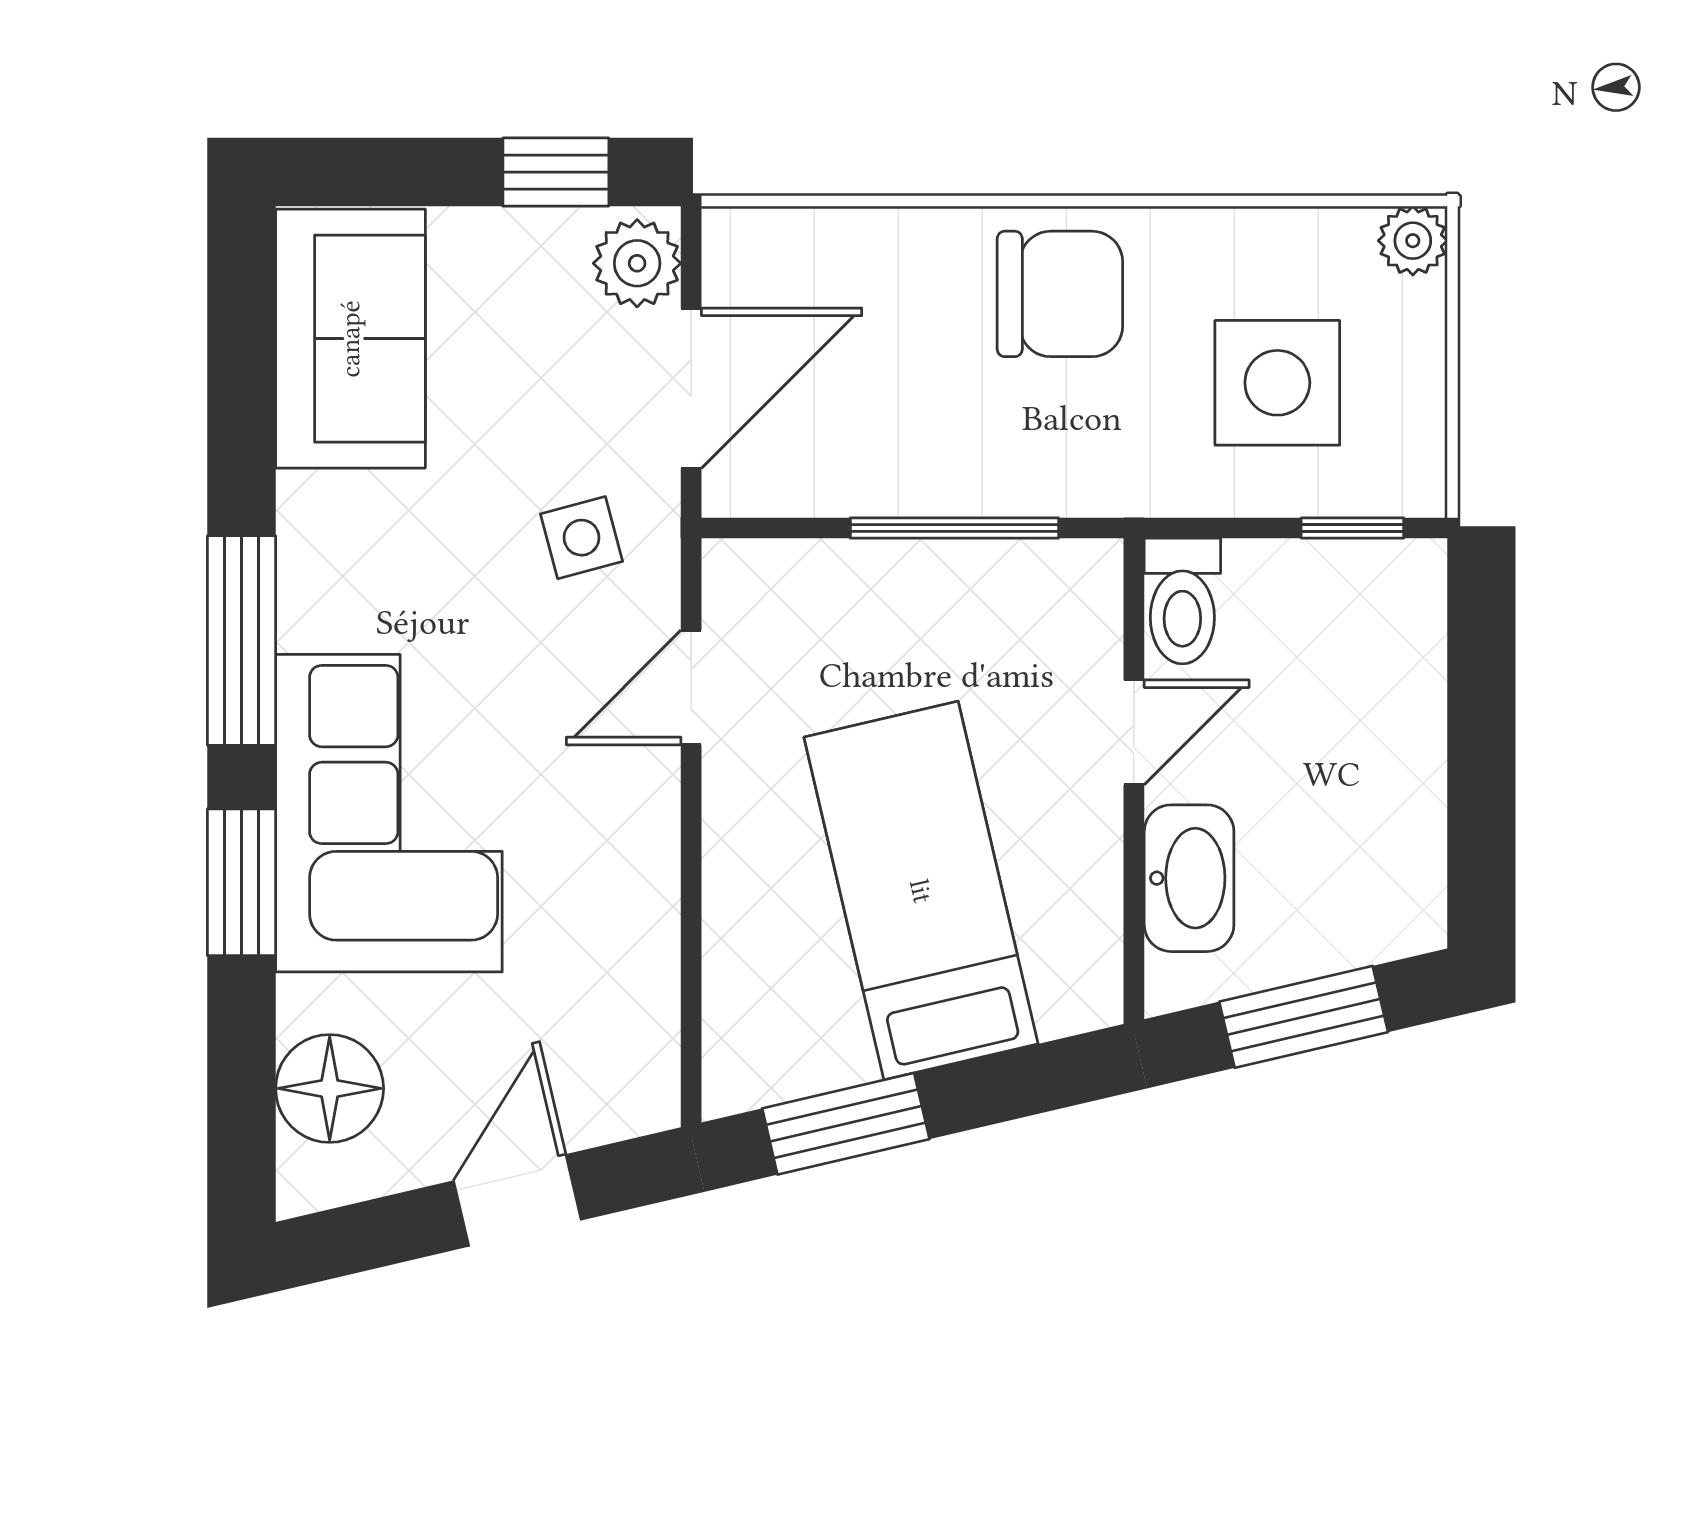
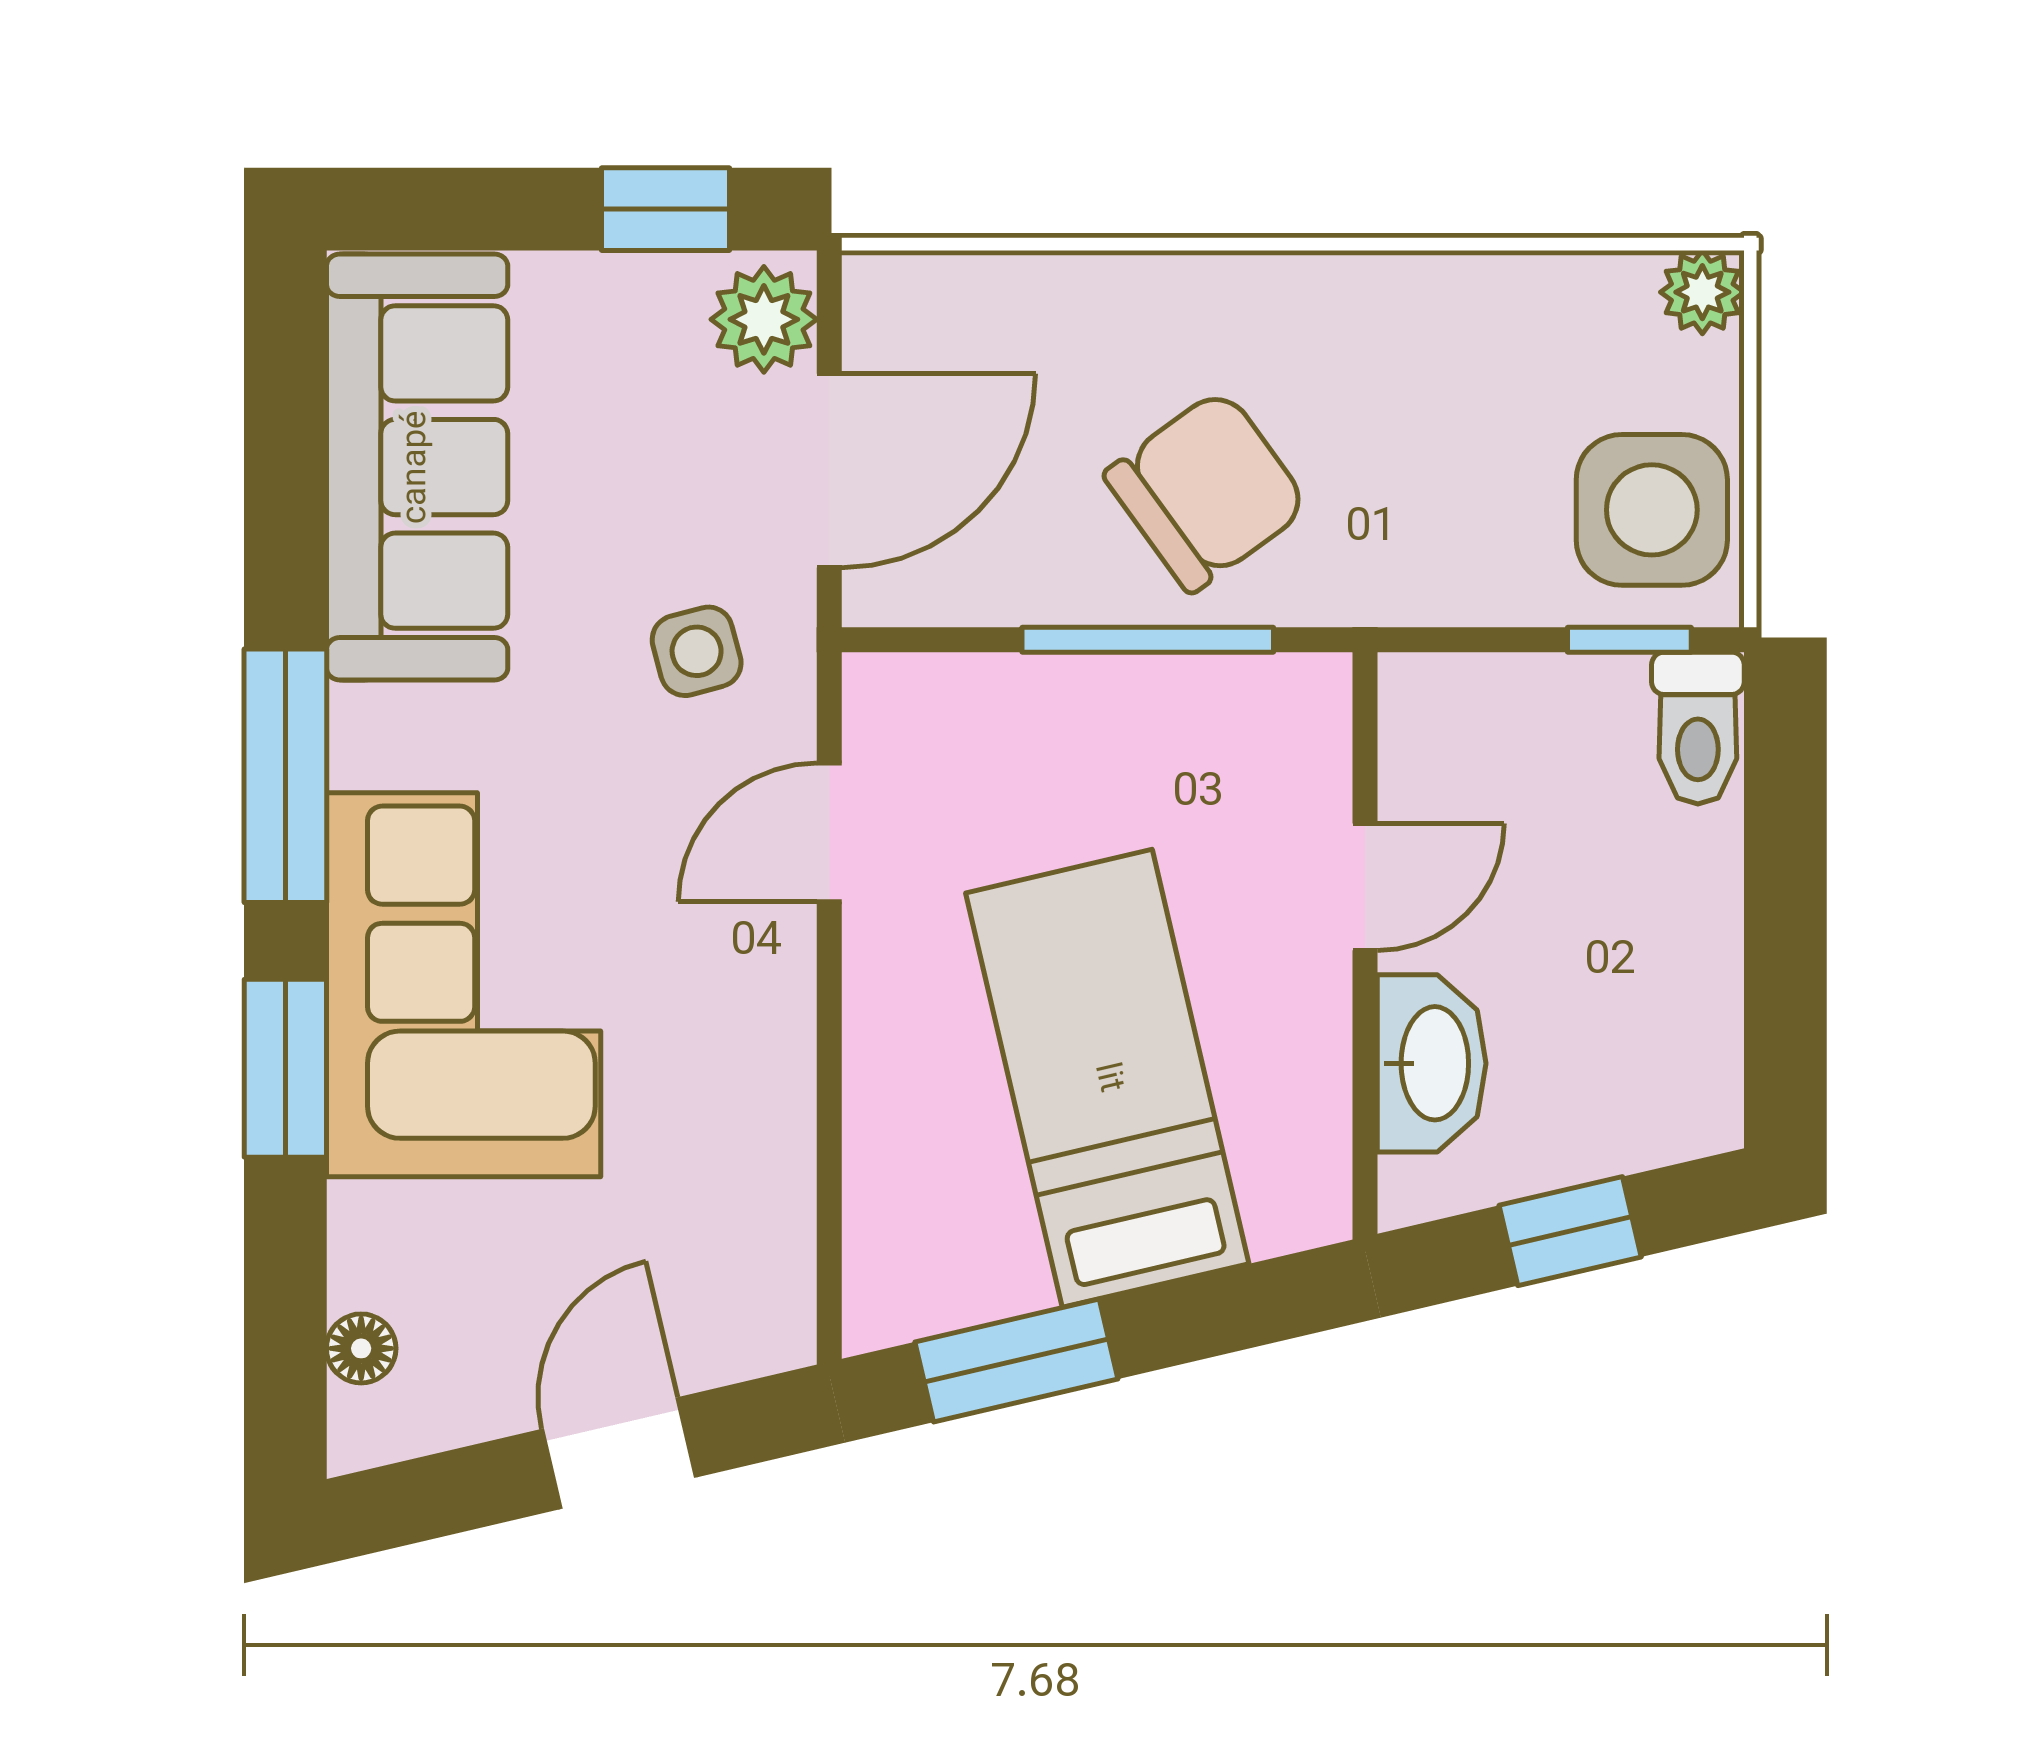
chair: (1060, 294) -> (1207, 491), moved, turned -36
sofa: (350, 339) -> (417, 467), width x1.36
side table: (1277, 383) -> (1652, 510), moved
toilet: (1182, 601) -> (1698, 728), moved
window: (1304, 1017) -> (1570, 1231), width x0.67
floor lamp: (330, 1088) -> (361, 1348), width x0.53, depth x0.53

